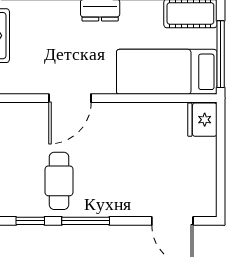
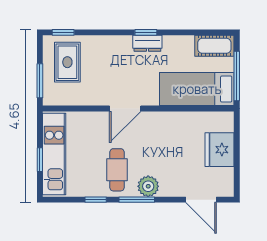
fridge: (202, 120) -> (220, 150), moved, width x1.36, depth x1.34
plant: (101, 203) -> (148, 186), added

